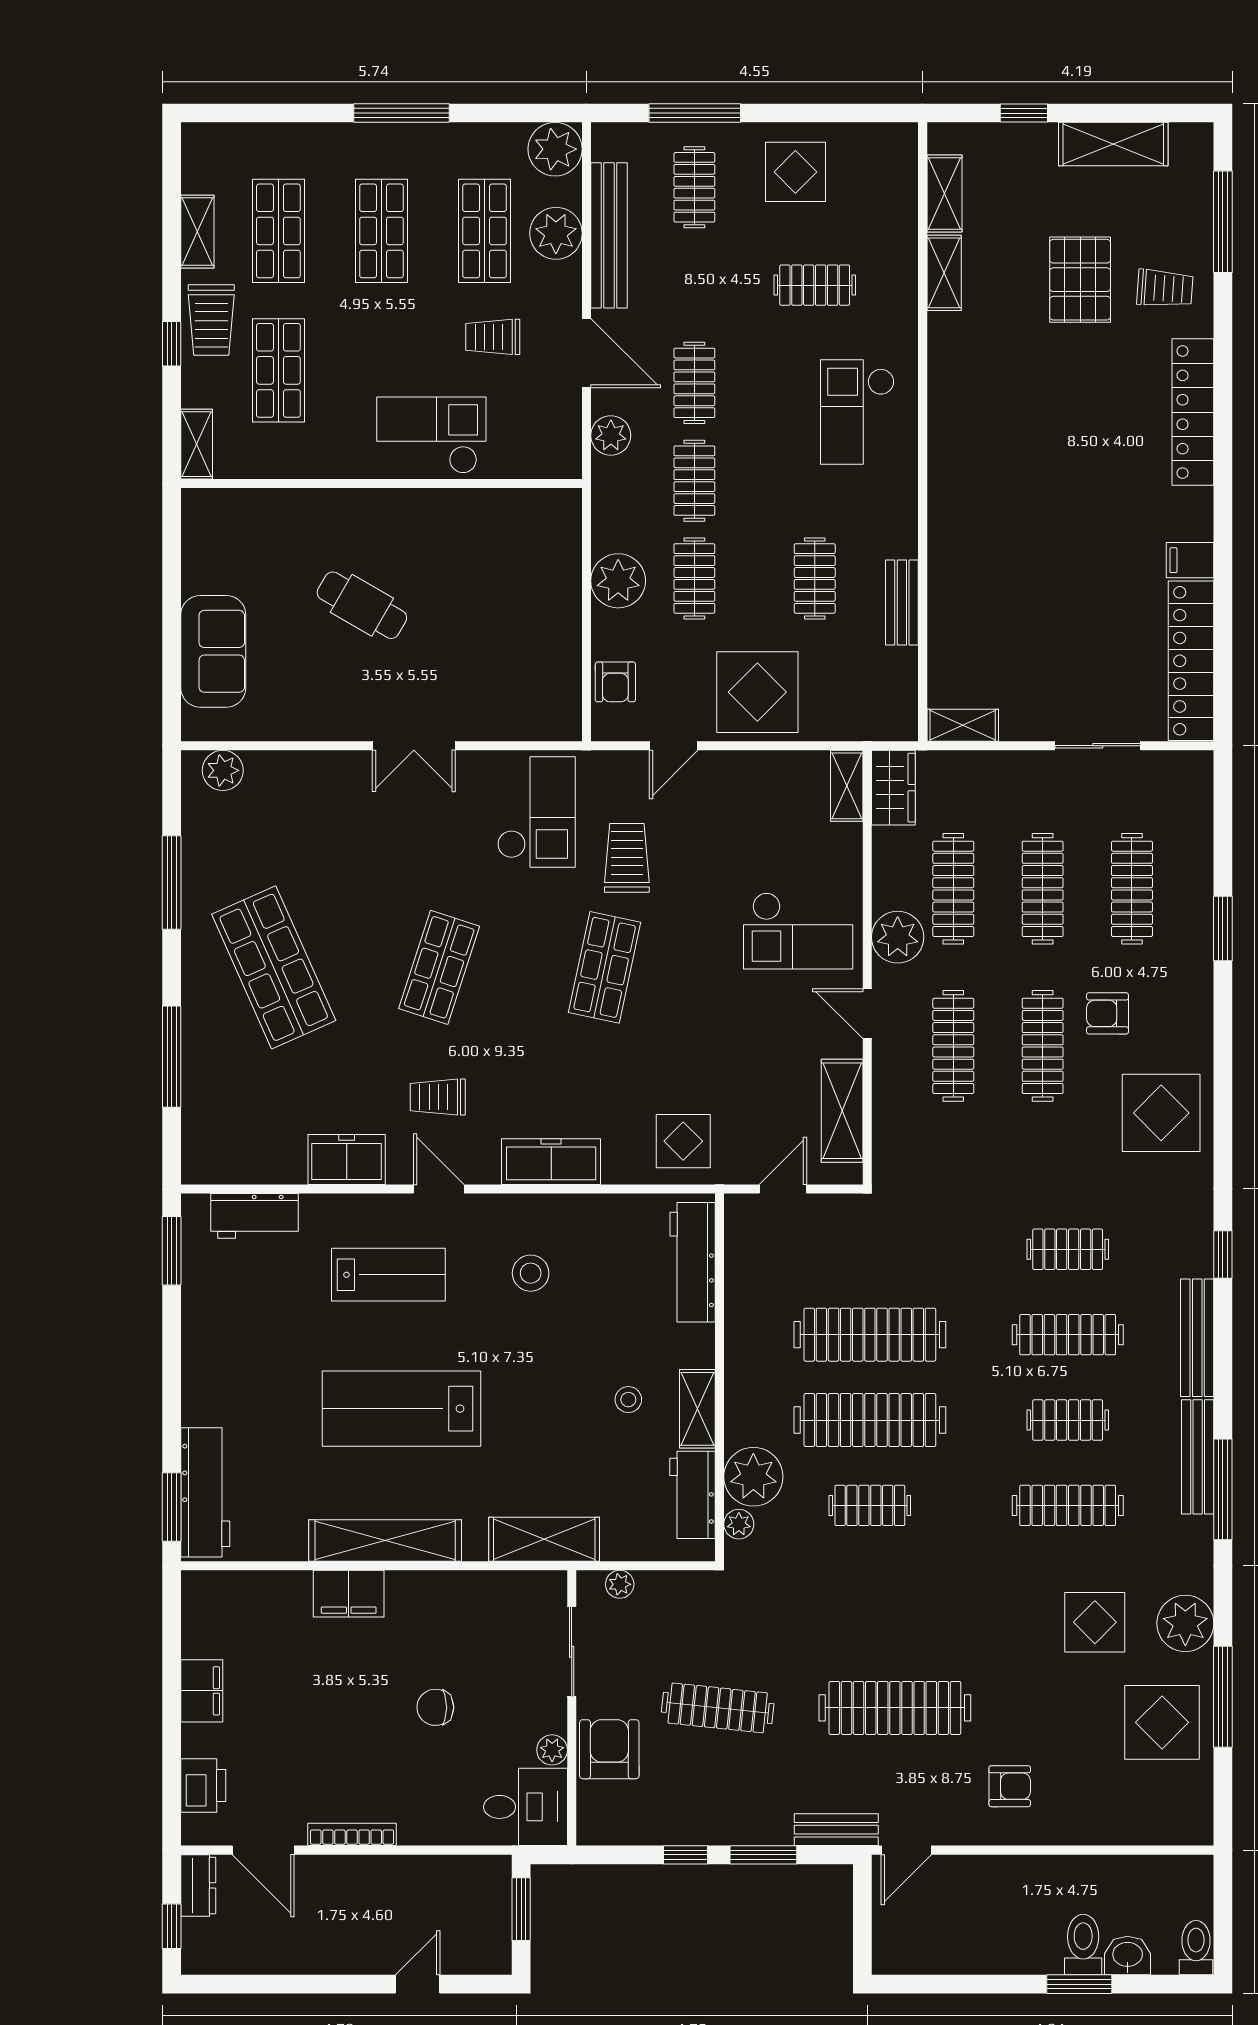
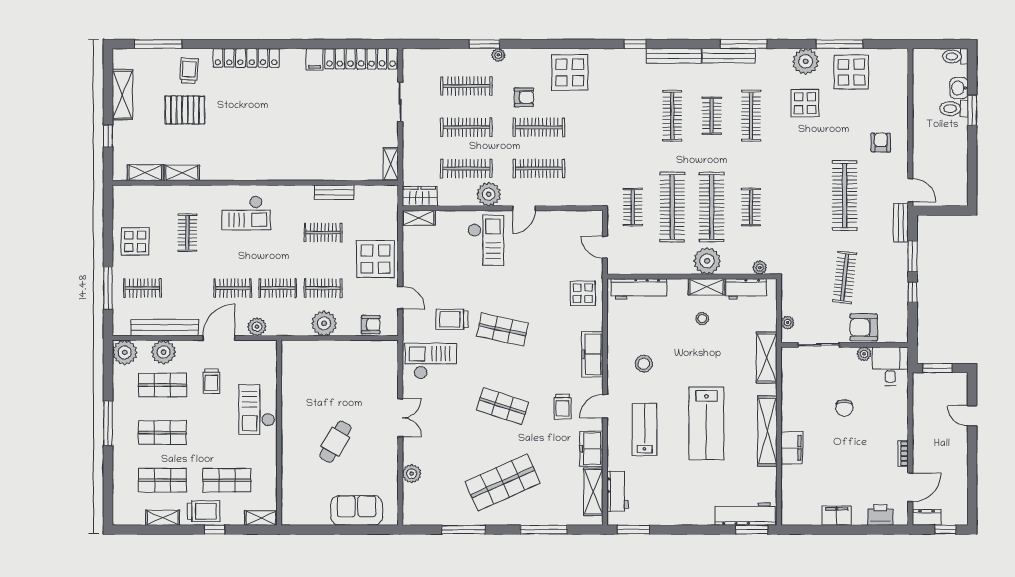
plant: (223, 770) -> (412, 474), moved
plant: (1199, 958) -> (498, 55), added
armchair: (1108, 1013) -> (524, 97), turned -90
shelving: (842, 1111) -> (593, 492), moved, turned 90
clothes rail: (1068, 1249) -> (633, 207), moved
plant: (753, 1477) -> (707, 261), moved
bookcase: (352, 1834) -> (903, 454), width x0.64

